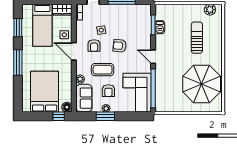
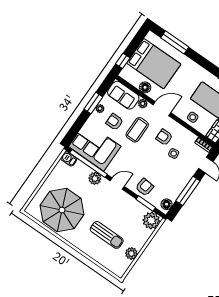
floor lamp: (143, 9) -> (167, 204), added
plant: (210, 10) -> (131, 253), moved
plant: (163, 12) -> (151, 221), added
barbecue: (160, 27) -> (69, 159), moved
armchair: (120, 46) -> (145, 187), moved
door: (74, 51) -> (162, 109), moved
window: (18, 62) -> (175, 42), moved
plant: (161, 76) -> (95, 178), added
floor lamp: (67, 107) -> (145, 87), moved

